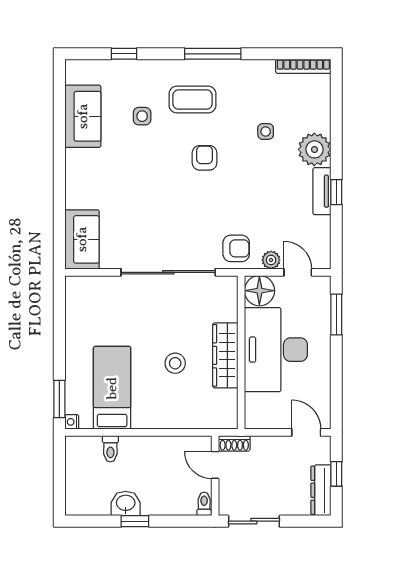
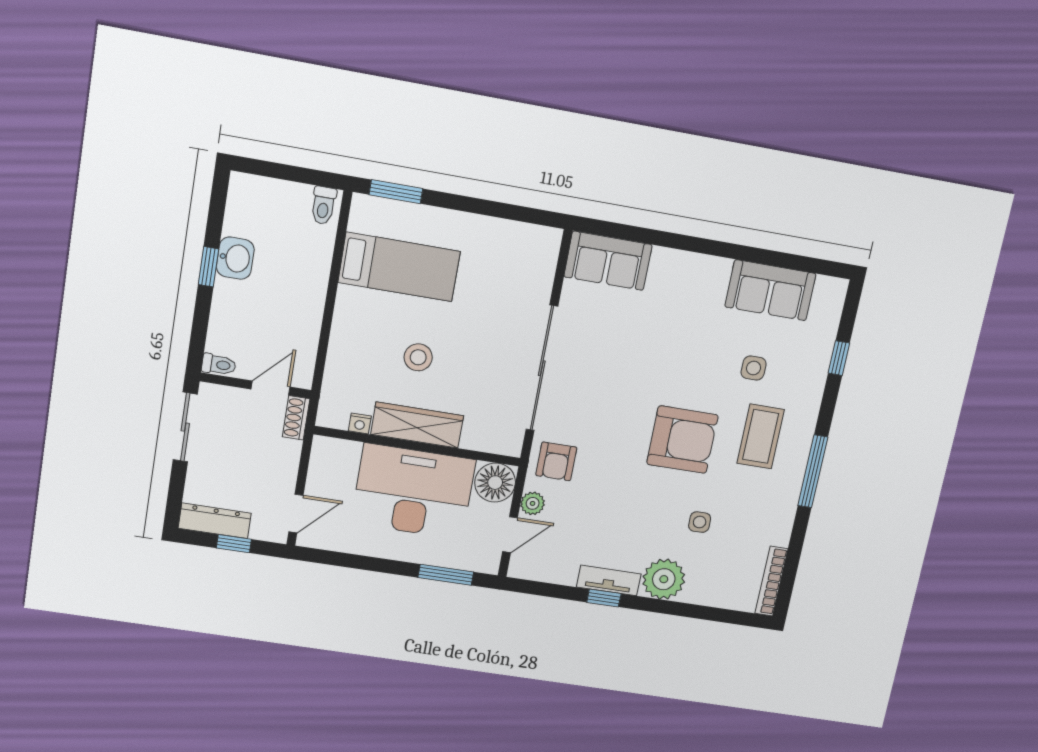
armchair: (205, 158) -> (682, 440), width x1.88, depth x1.88
nightstand: (72, 422) -> (360, 423), moved, turned 180
toilet: (110, 449) -> (323, 205), moved, turned -90

